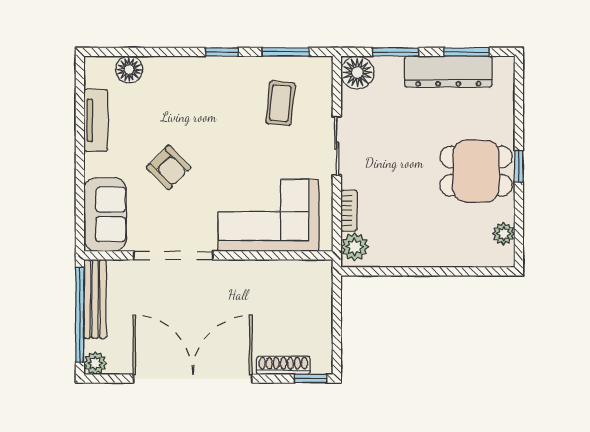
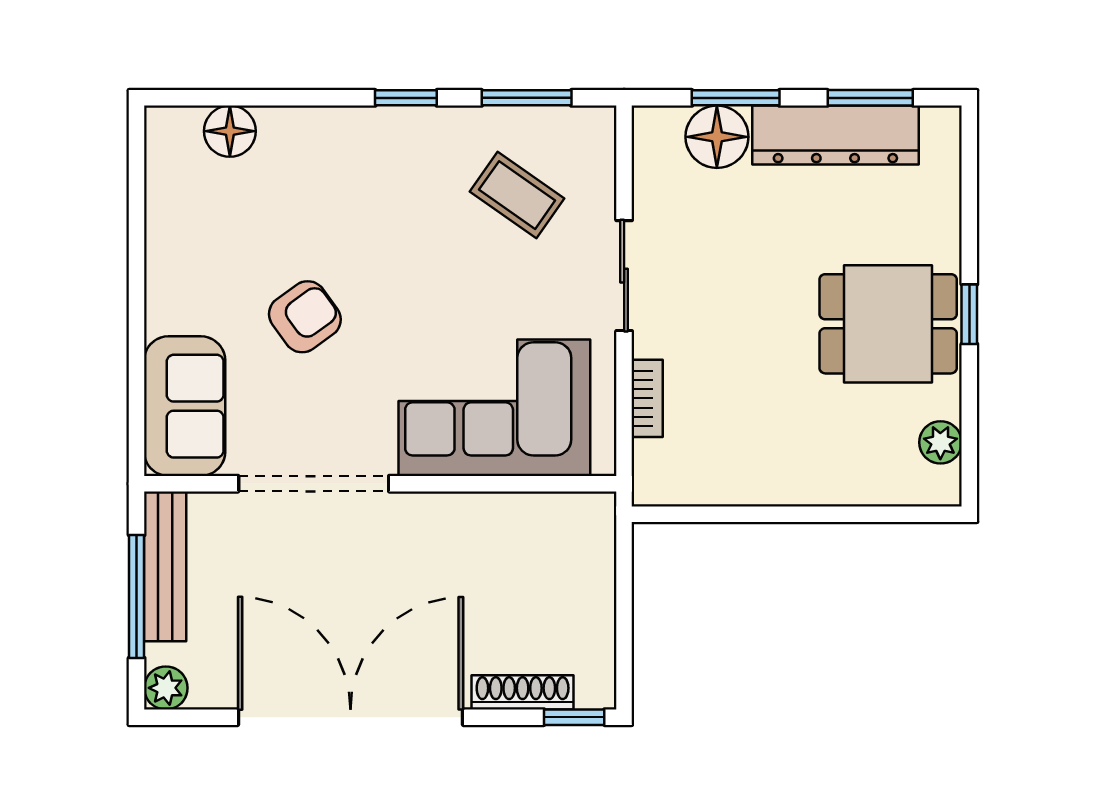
floor lamp: (357, 73) -> (717, 137), moved
coffee table: (280, 103) -> (517, 195), turned -61
tv unit: (96, 120) -> (167, 227), removed
armchair: (169, 167) -> (305, 317), turned -81
plant: (355, 247) -> (658, 467), removed
window: (80, 315) -> (137, 596), width x0.68

